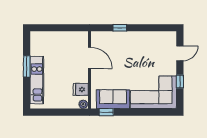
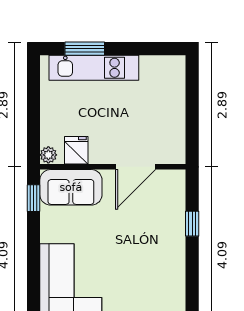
window: (27, 66) -> (85, 49), moved
sofa: (113, 99) -> (71, 187), moved, turned 90

